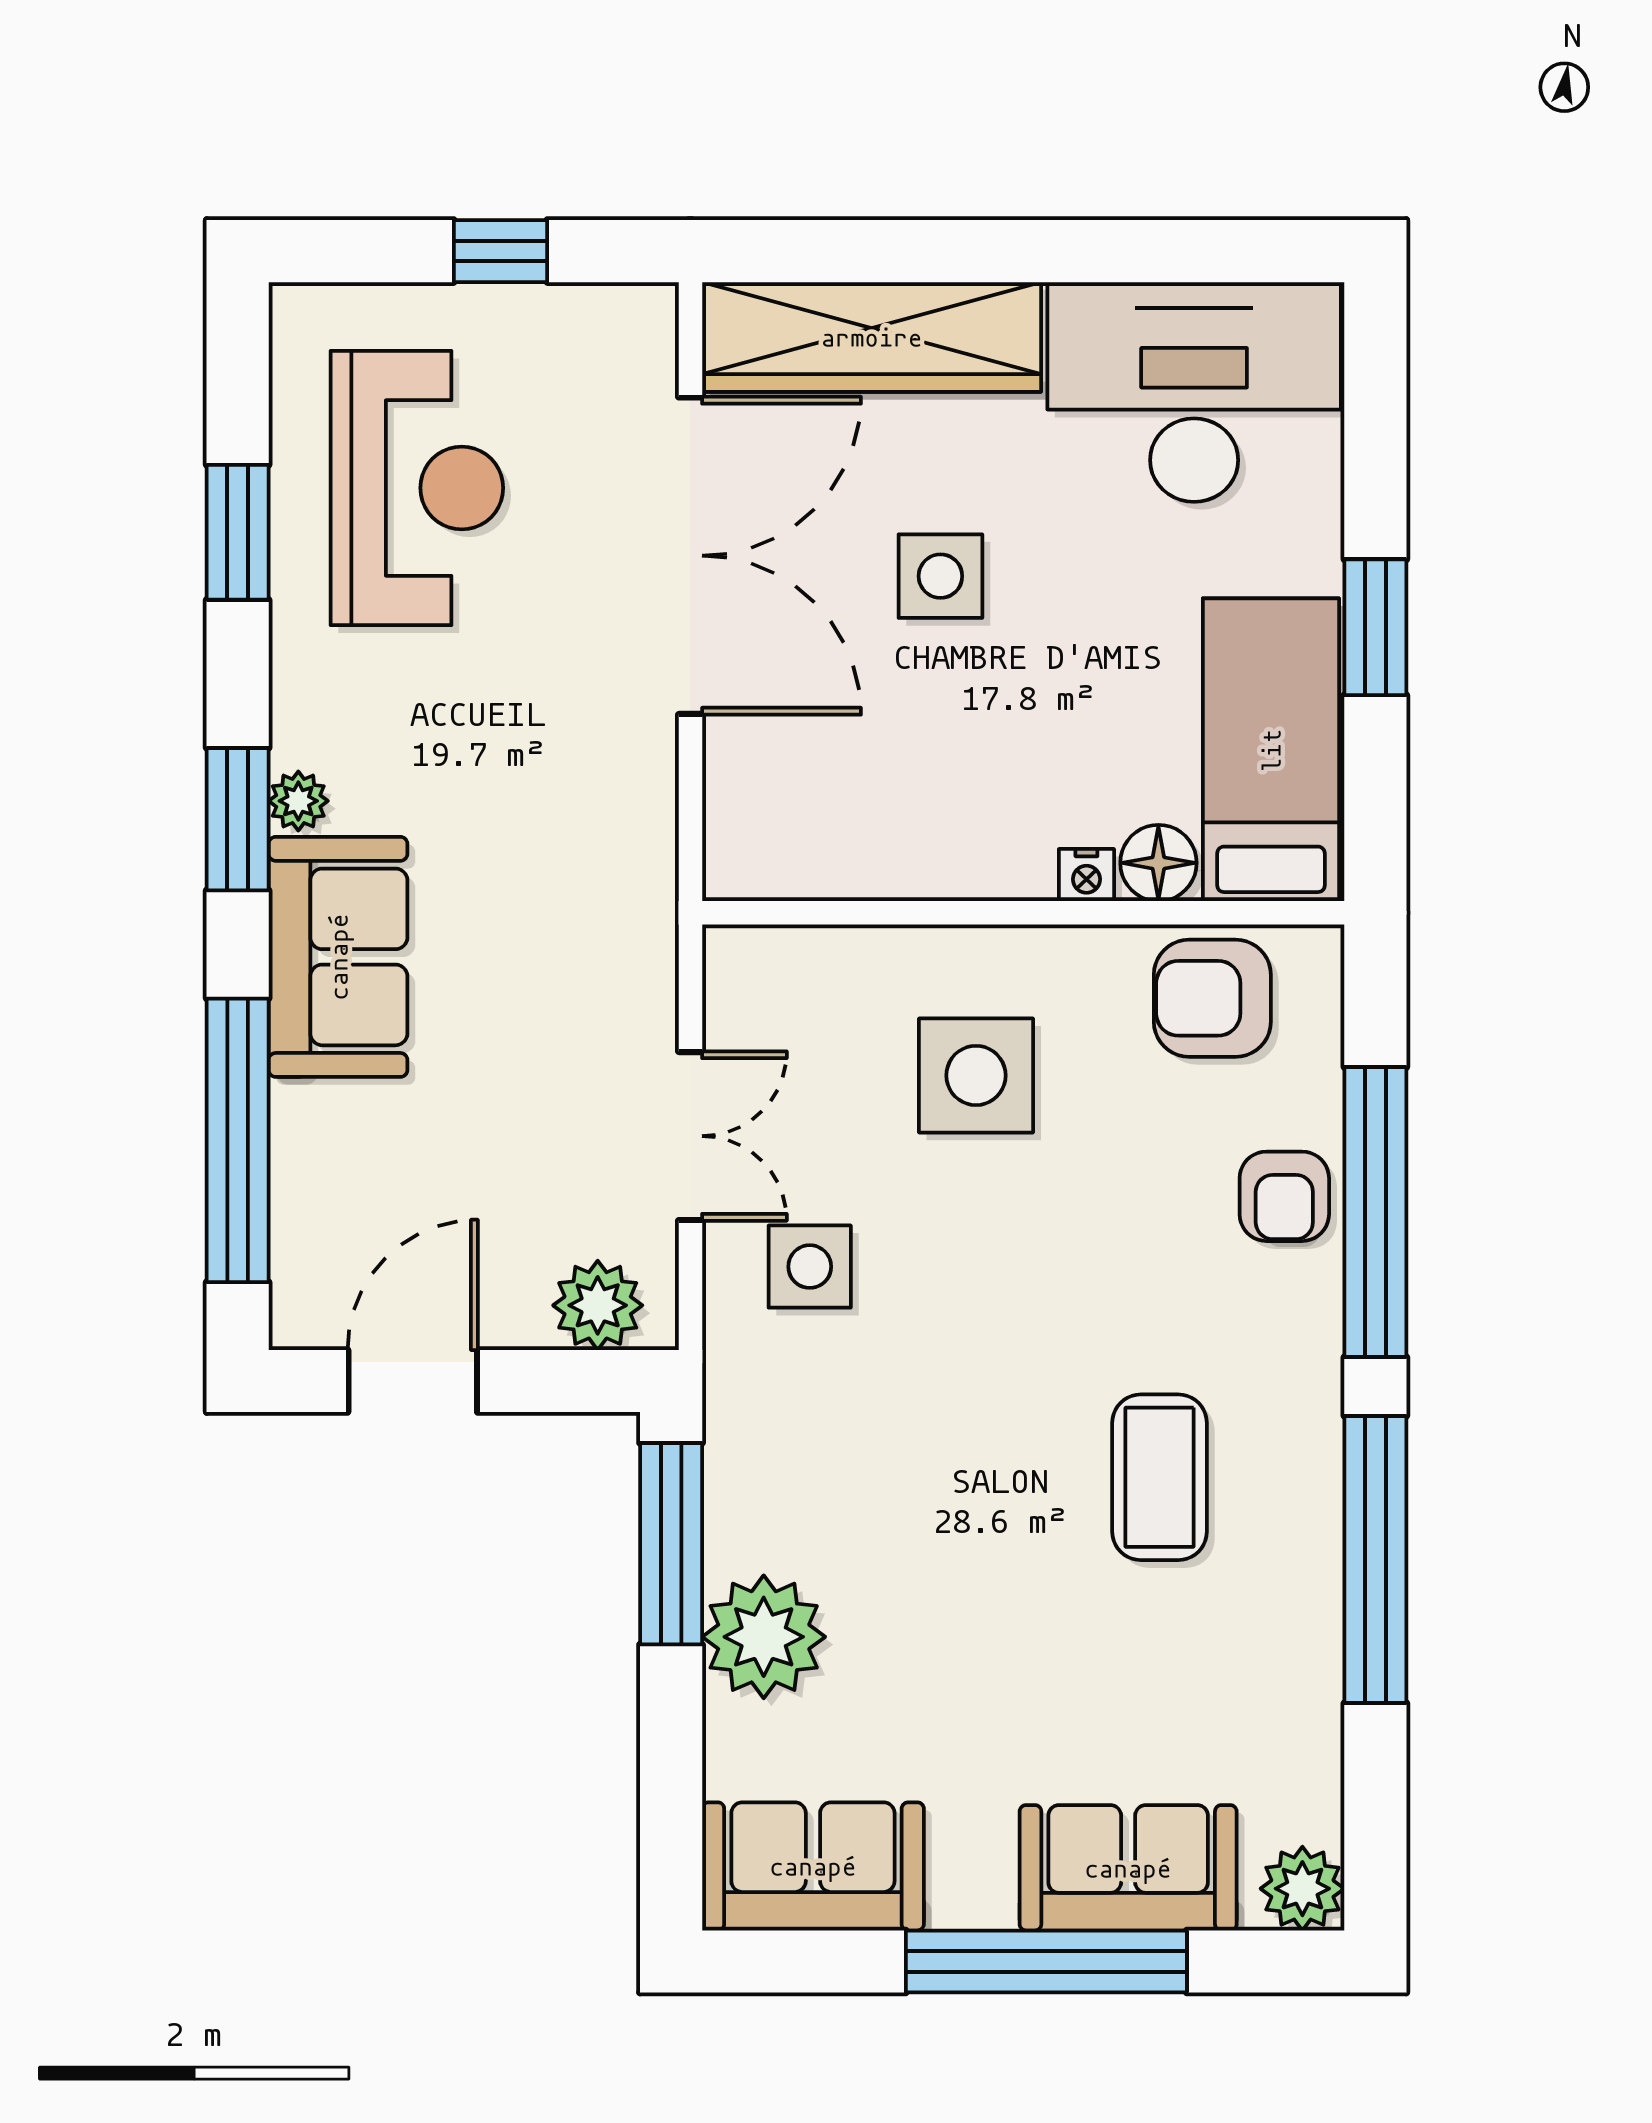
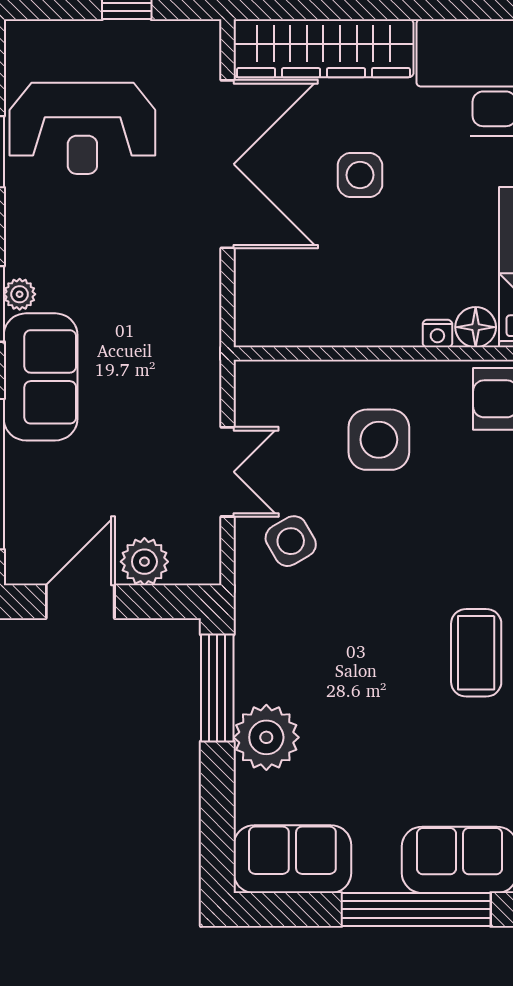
reception desk: (417, 488) -> (82, 128), turned 90
side table: (810, 1267) -> (291, 541), turned -30
plant: (598, 1305) -> (144, 562), moved

